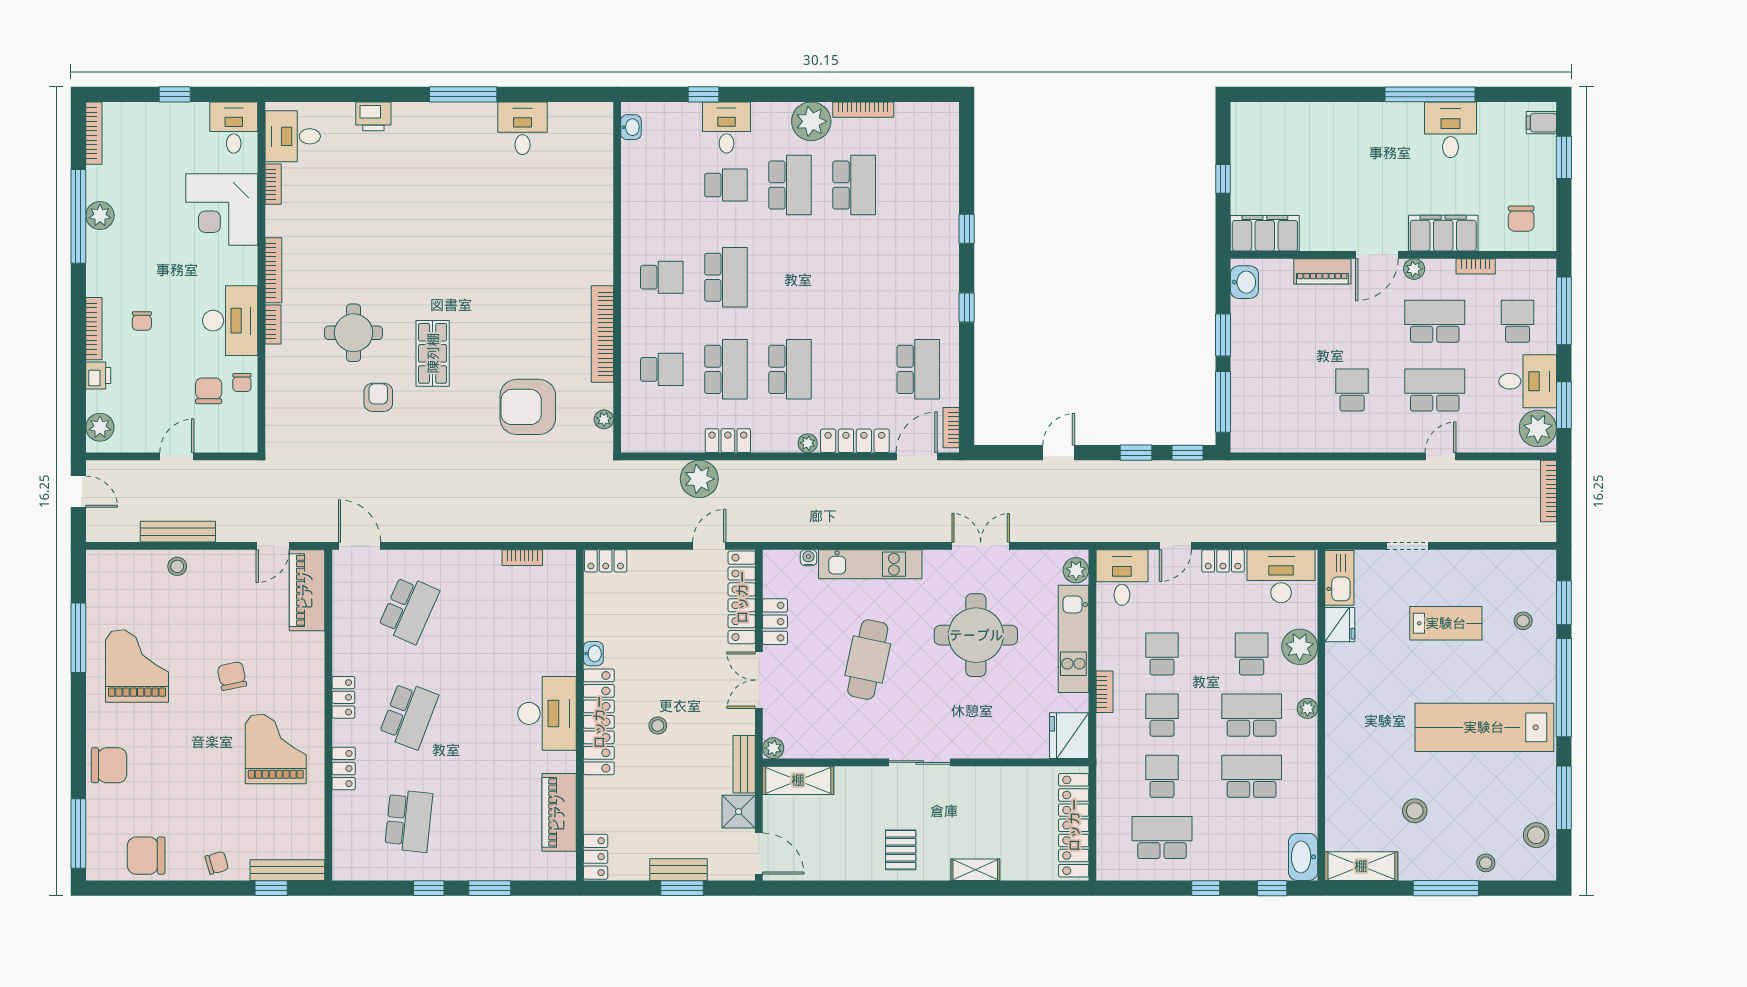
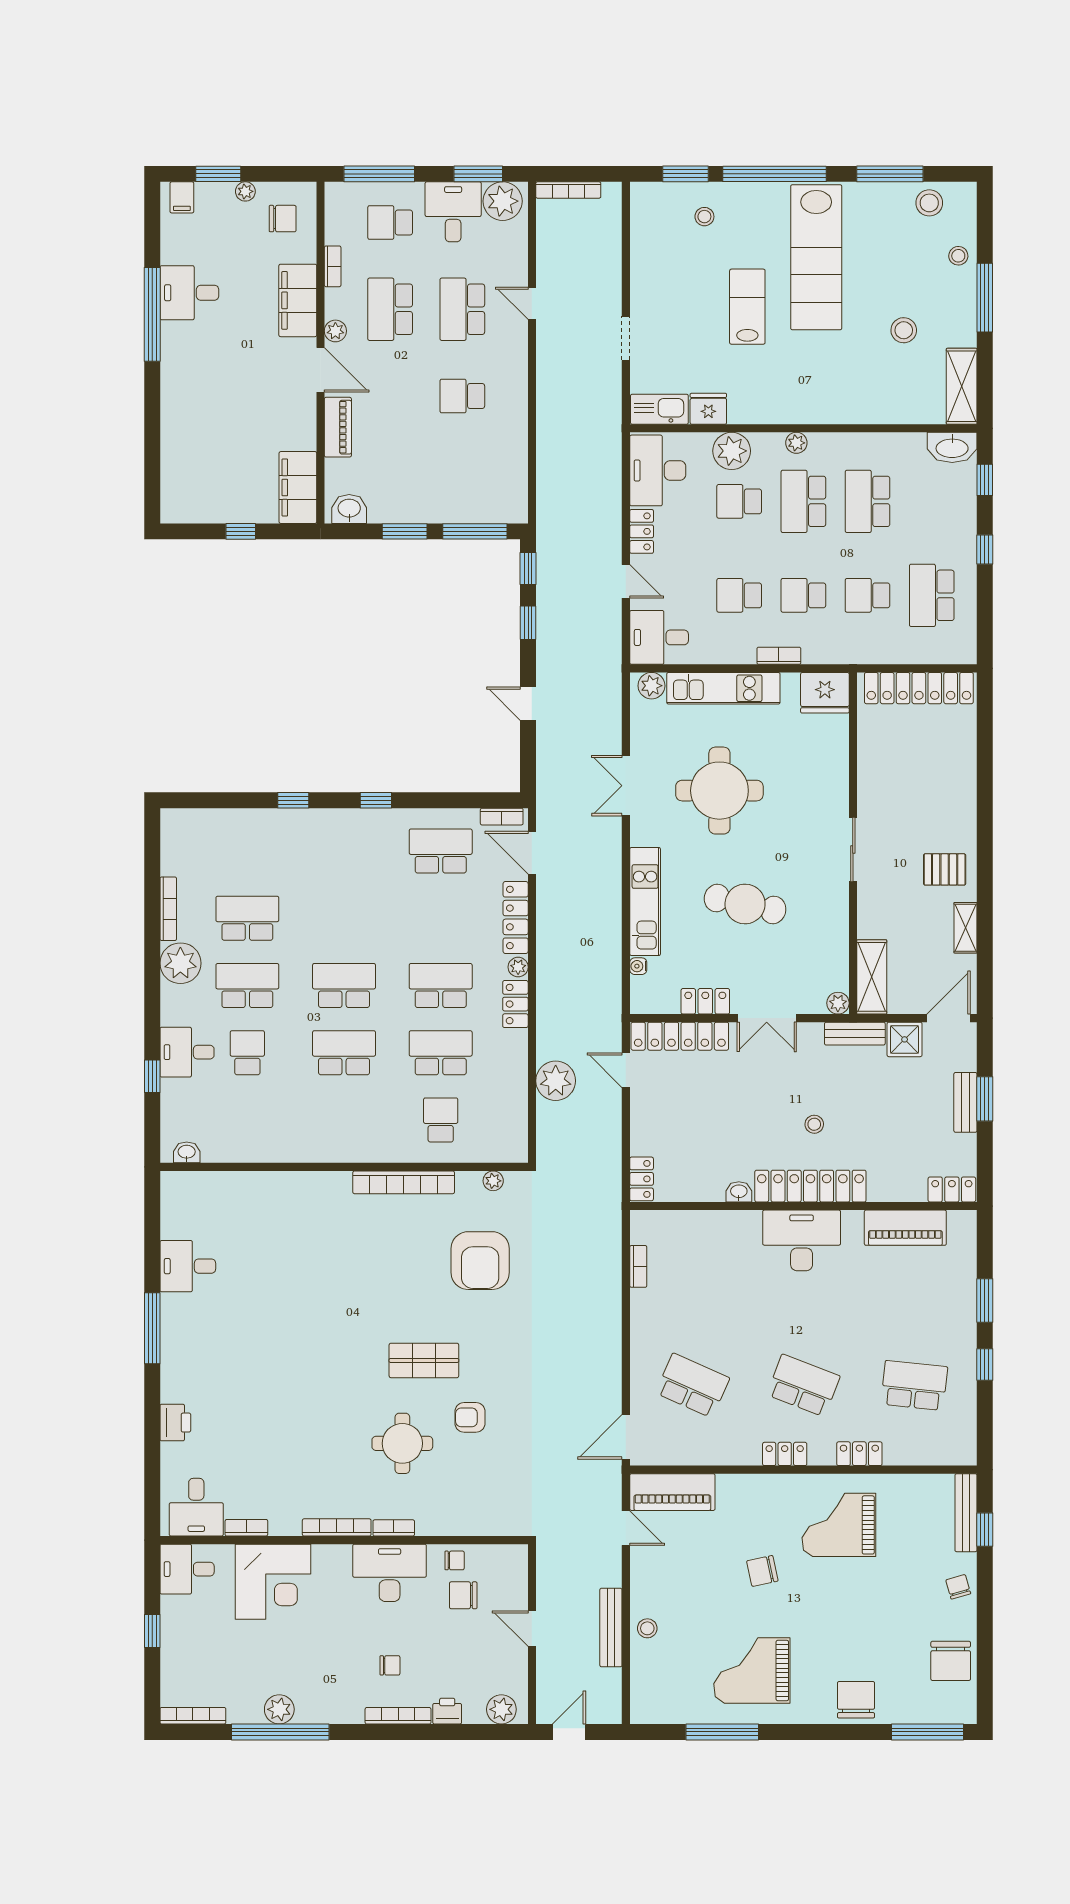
plant: (1547, 183) -> (245, 191), added
school desk: (662, 277) -> (344, 986), moved, width x1.85
locker: (728, 441) -> (515, 1004), moved
lab bench: (1446, 623) -> (747, 307), moved
shelving: (975, 870) -> (965, 928), moved

